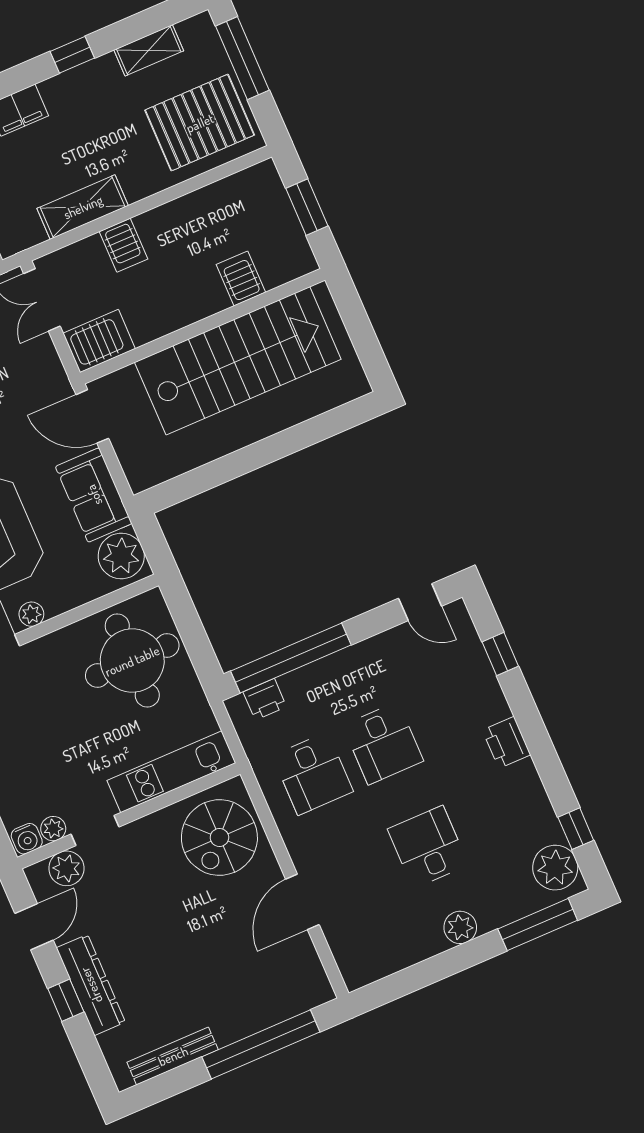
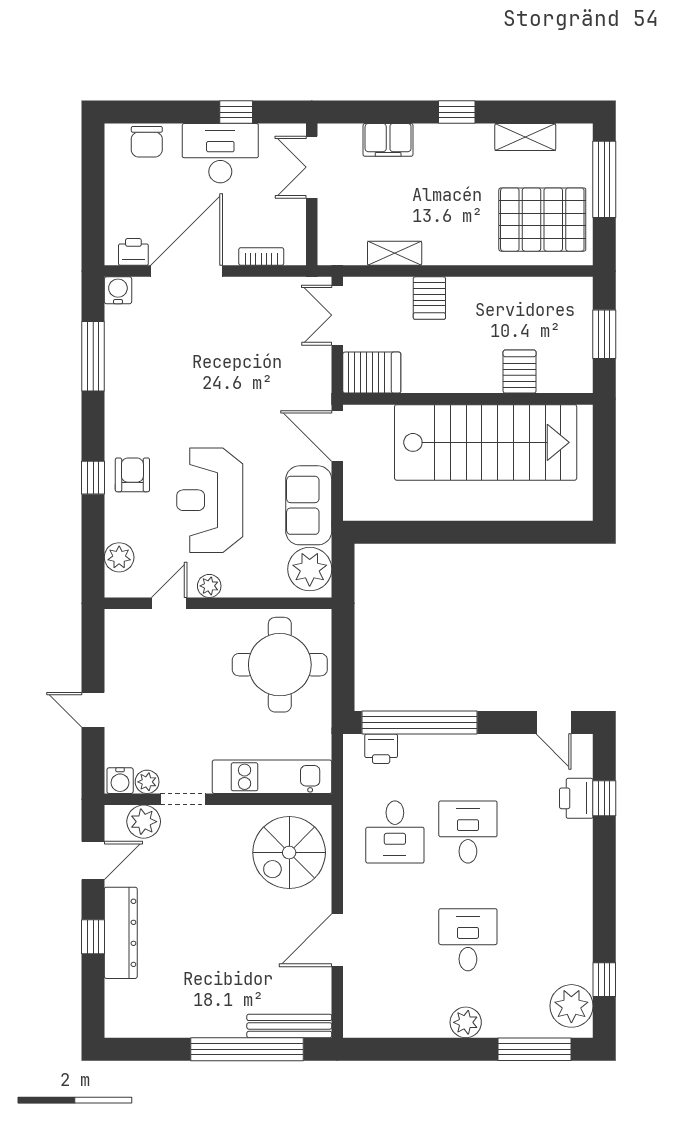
shelving: (83, 207) -> (395, 253), width x0.67, depth x0.75
printer: (507, 742) -> (576, 798), moved
desk: (383, 743) -> (468, 832), turned 180
bench: (173, 1056) -> (289, 1026), moved

